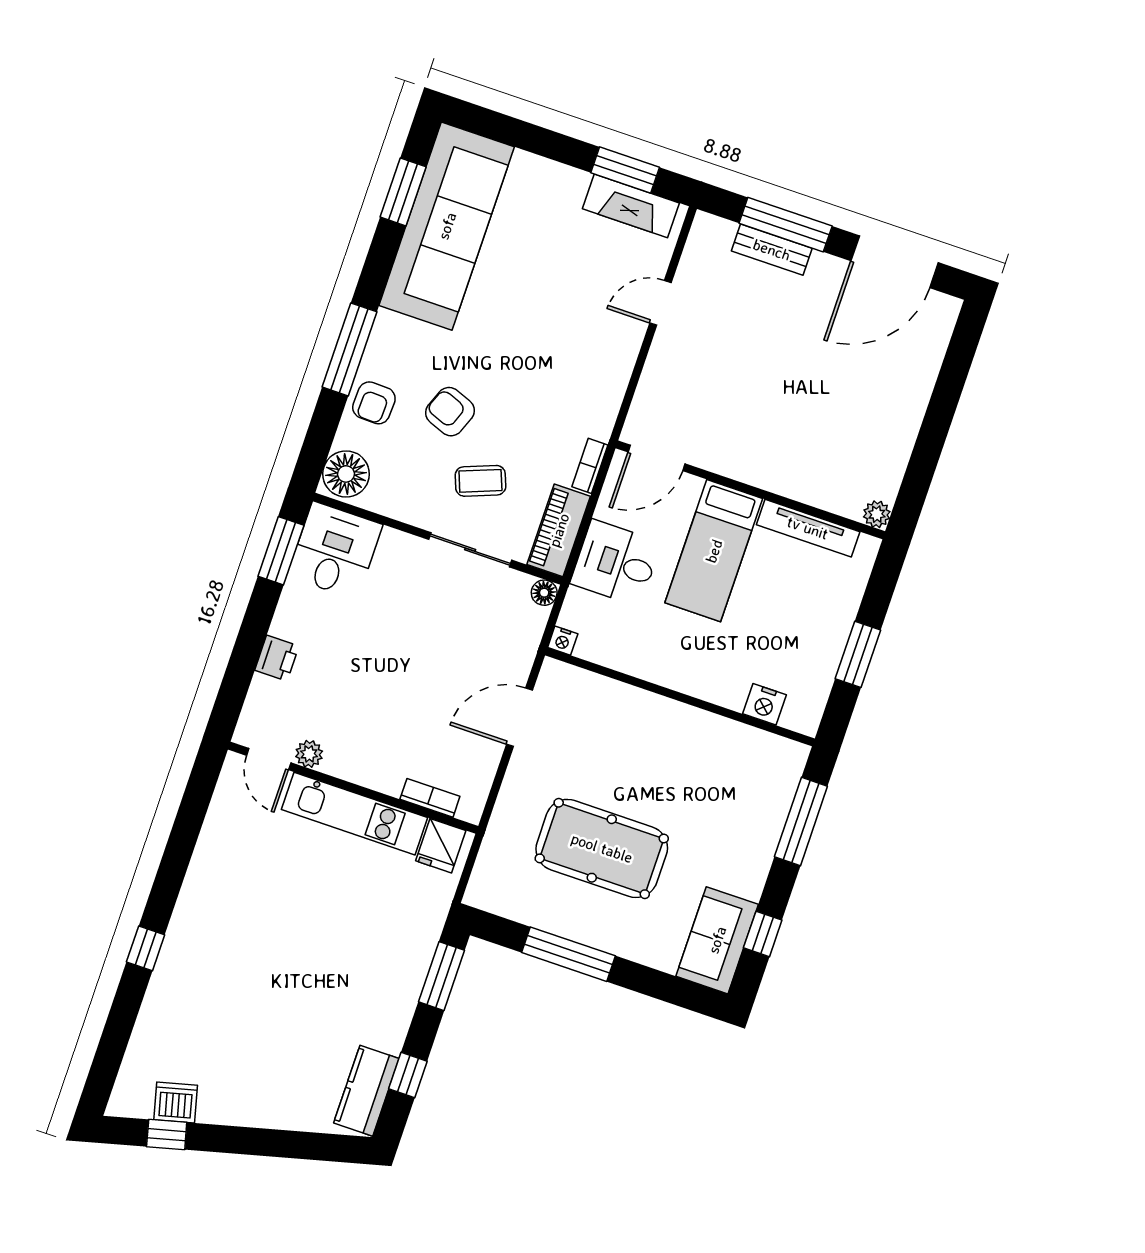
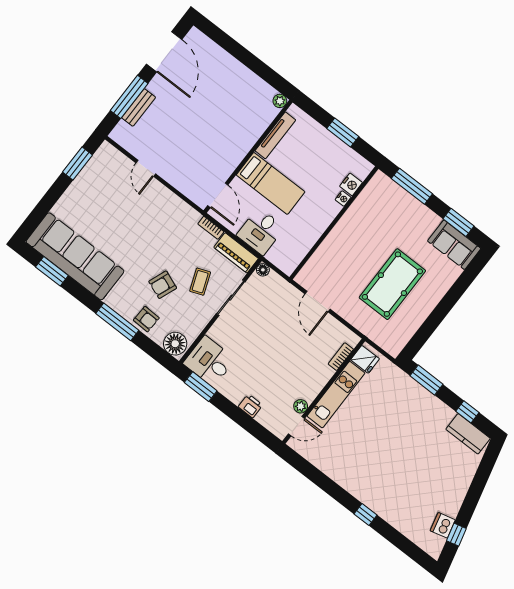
fireplace: (631, 206) -> (95, 167), removed
nightstand: (563, 641) -> (343, 199), moved
window: (763, 934) -> (459, 222), width x1.50
window: (569, 954) -> (437, 317), removed

